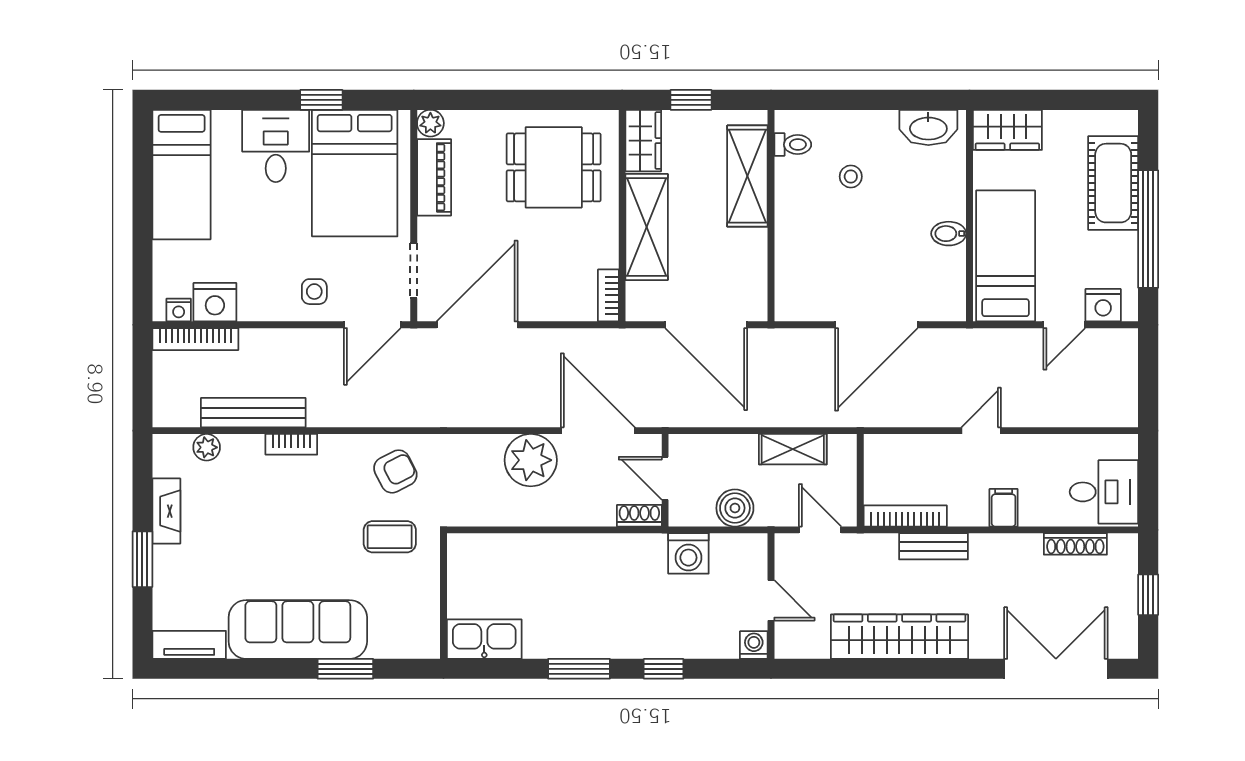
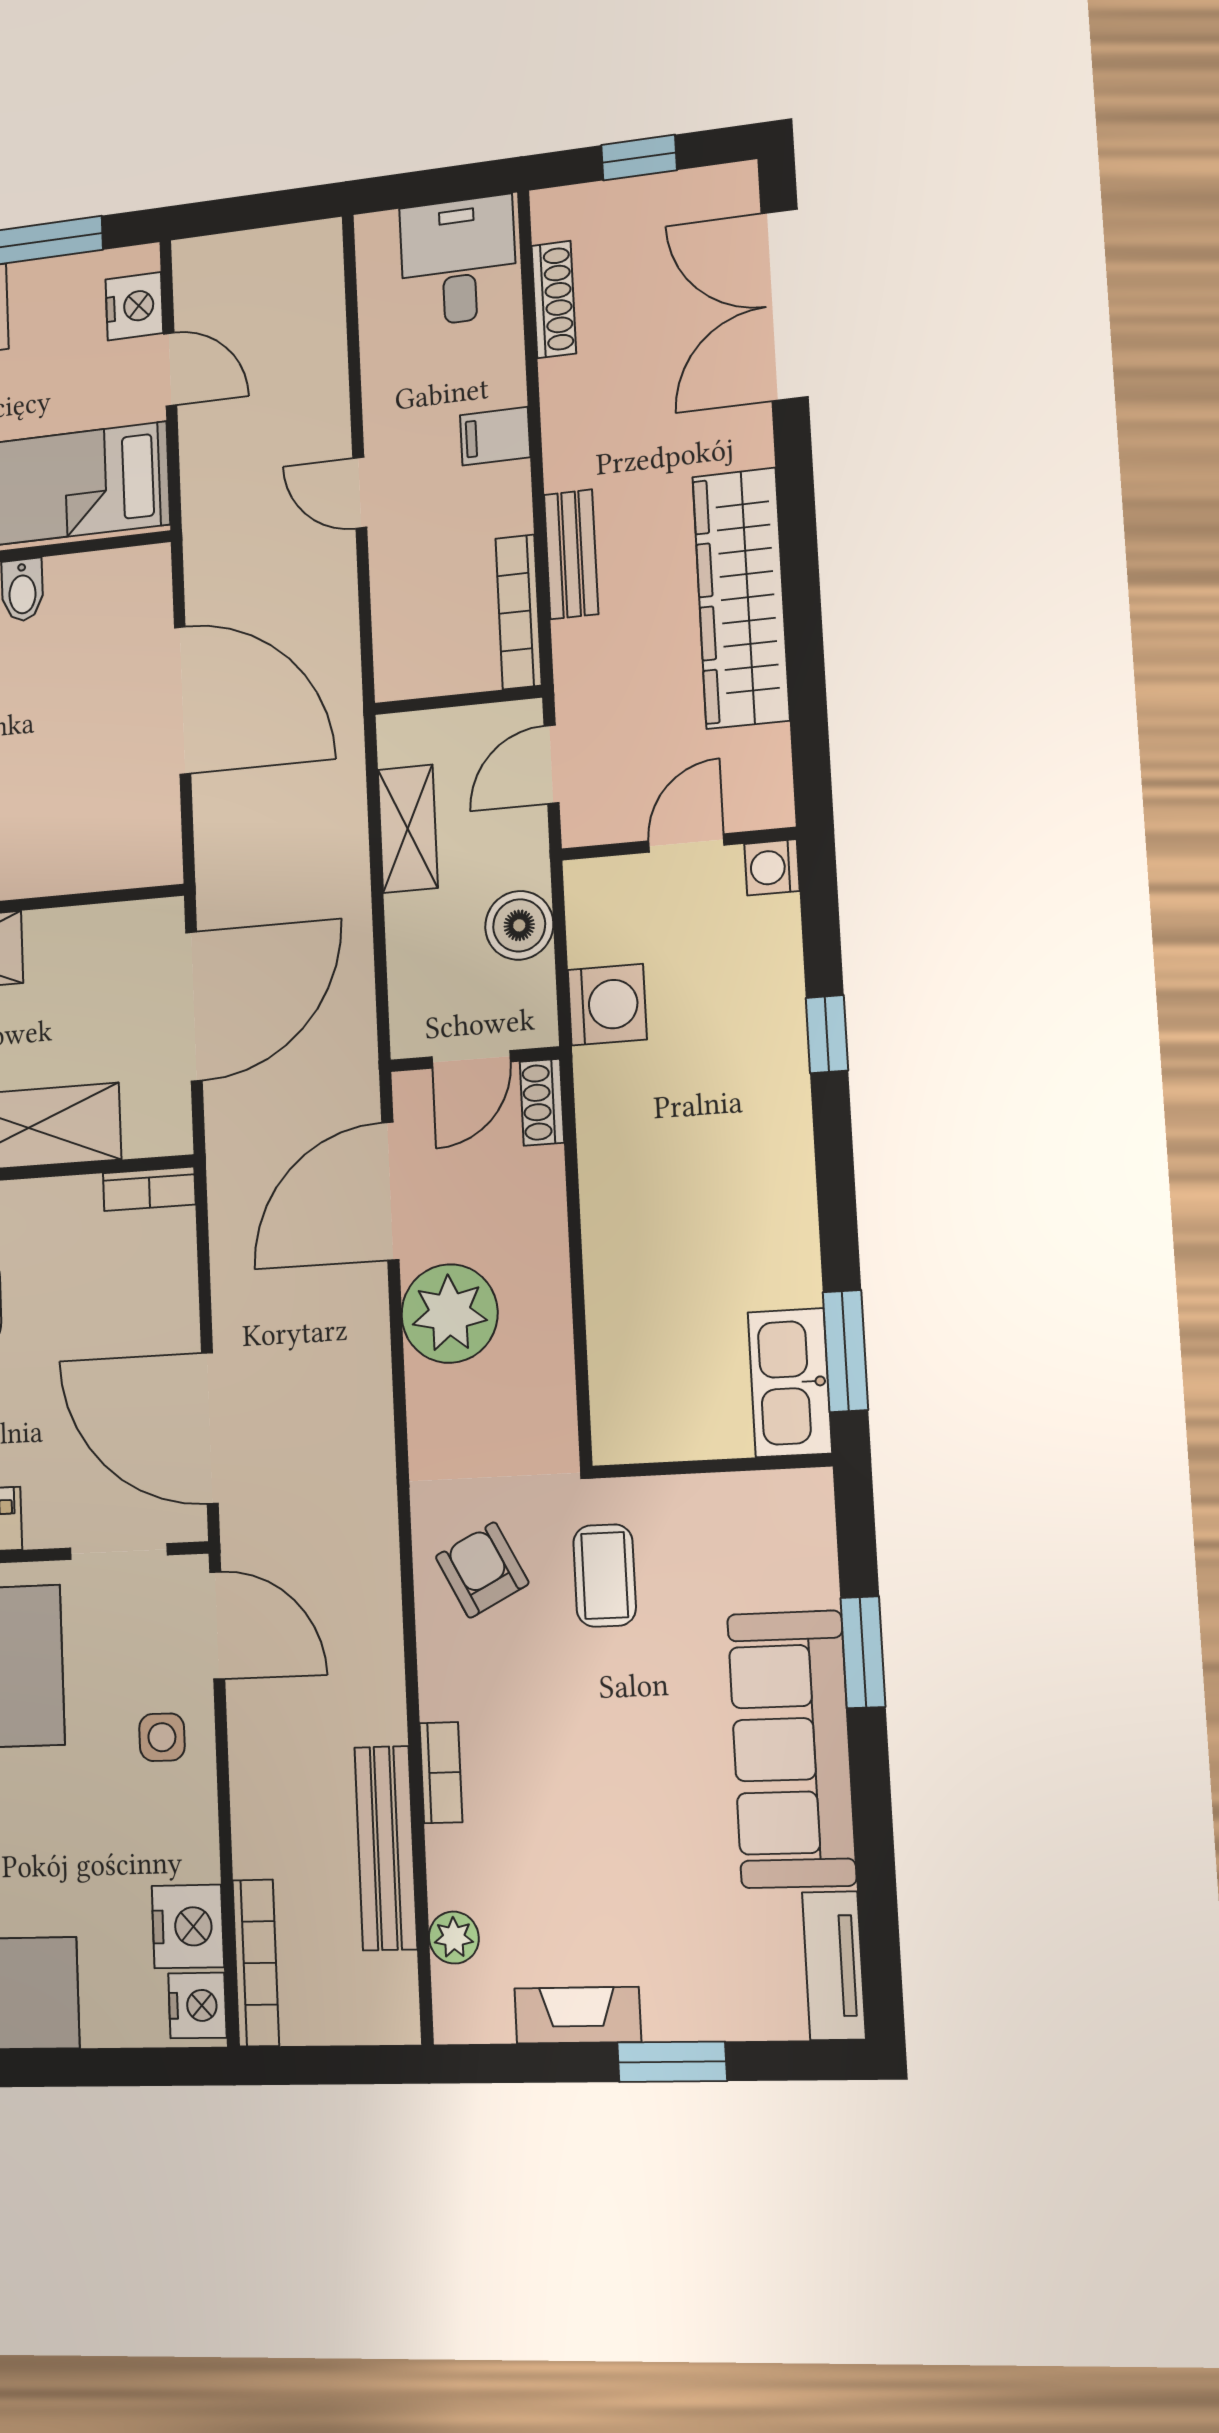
nightstand: (179, 310) -> (197, 2005), width x1.39, depth x1.35
window: (579, 669) -> (845, 1351), moved

